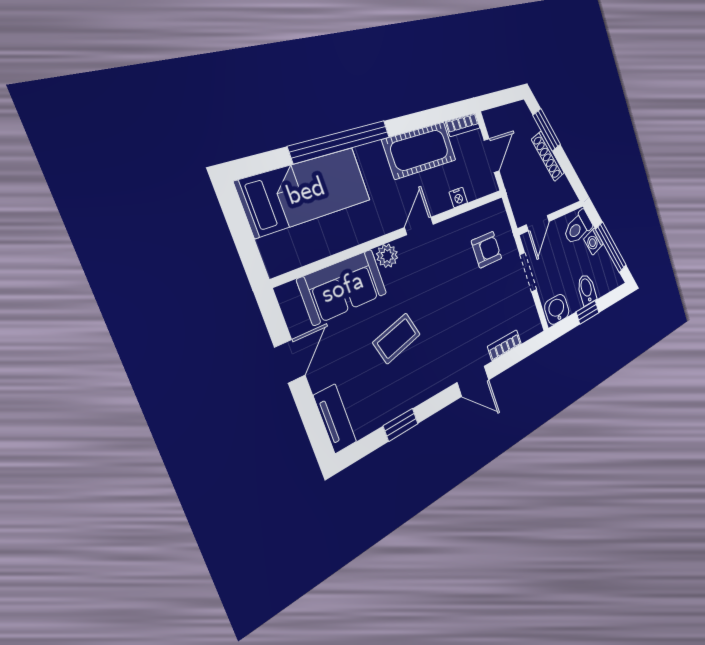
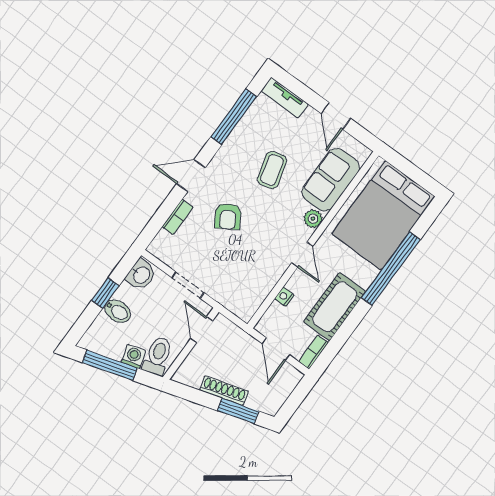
bed: (306, 191) -> (383, 215), width x1.50
armchair: (487, 250) -> (228, 216), moved, turned -31
window: (401, 425) -> (234, 117), width x2.17

